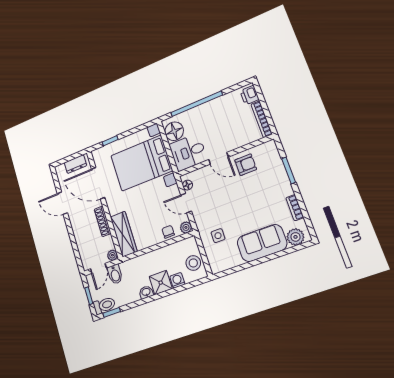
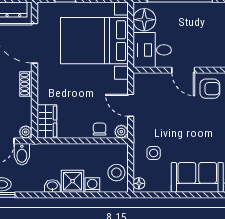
floor lamp: (187, 185) -> (139, 183), moved
shoe rack: (103, 221) -> (26, 84), width x0.70
wardrobe: (124, 234) -> (47, 121), width x0.67

